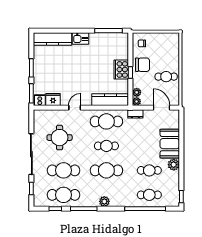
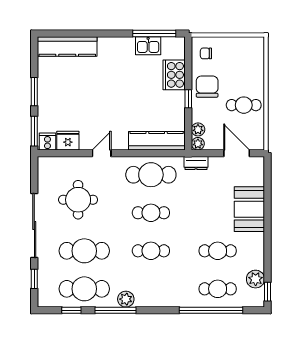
kitchen sink: (81, 38) -> (148, 46), moved
chair: (143, 65) -> (207, 87), turned -90
cooker: (121, 69) -> (174, 75), moved
plant: (174, 165) -> (256, 279), moved
cafe table: (106, 170) -> (151, 251), width x0.73, depth x0.74
plant: (104, 201) -> (126, 299), moved

